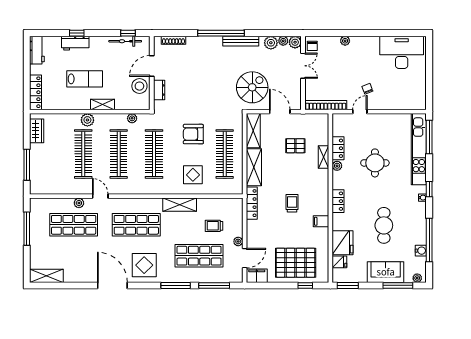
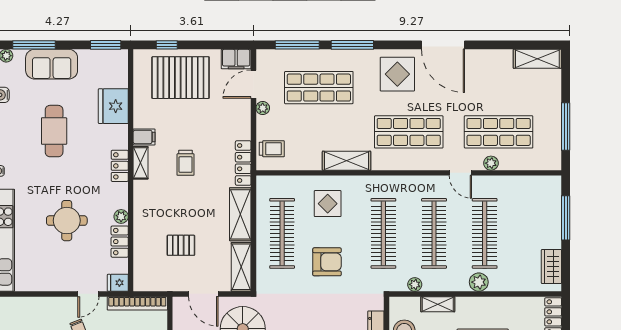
shelving: (102, 105) -> (438, 304), moved
shelving: (323, 157) -> (141, 163), moved
trolley: (214, 226) -> (272, 149), moved
fridge: (339, 262) -> (118, 283), moved

